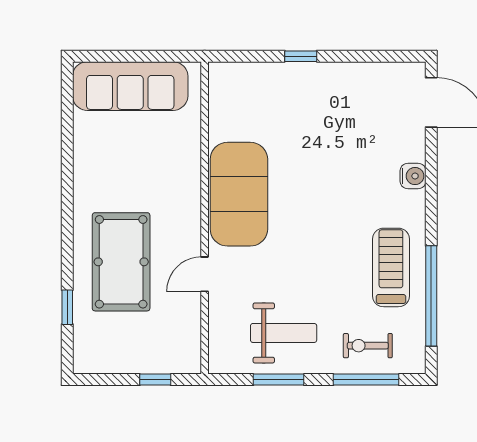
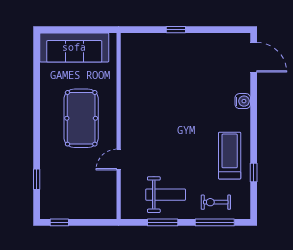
exercise mat: (239, 194) -> (139, 112), removed
pool table: (121, 262) -> (81, 118), moved
window: (431, 296) -> (254, 173), width x0.32
window: (155, 380) -> (59, 222), moved

